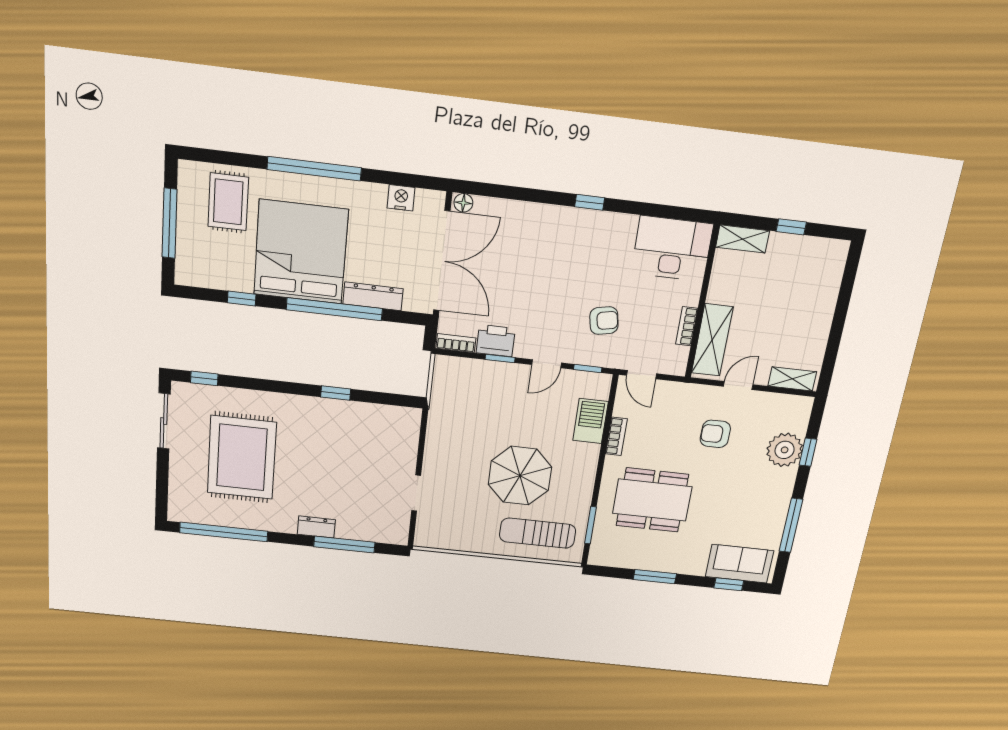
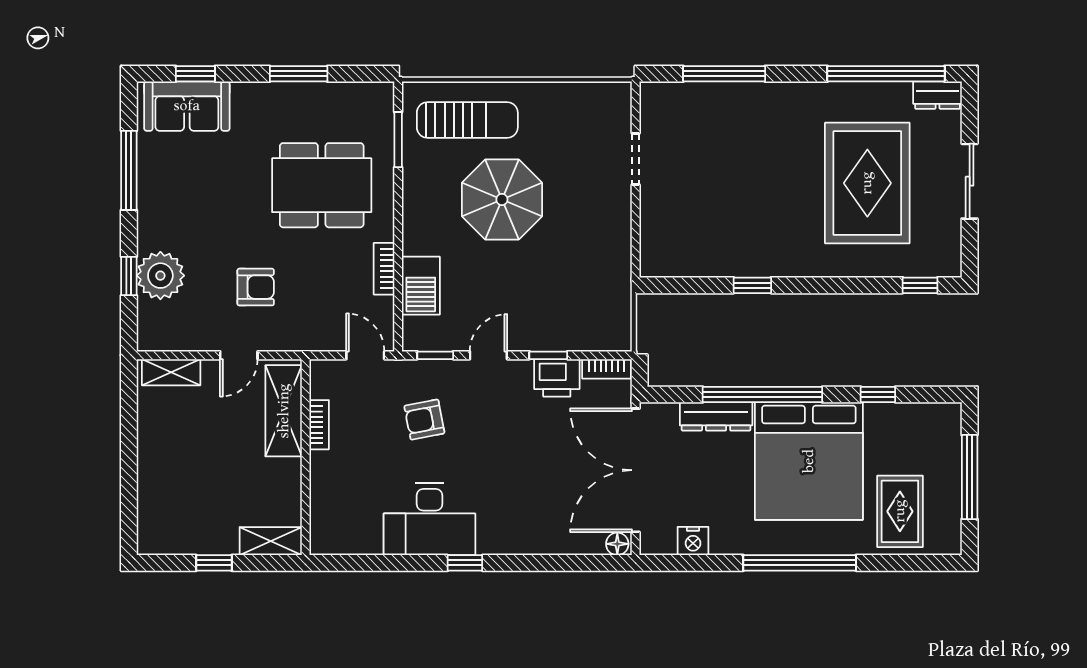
desk: (672, 249) -> (430, 519), moved
sliding door: (164, 421) -> (970, 181), moved
dresser: (316, 527) -> (938, 95), moved

